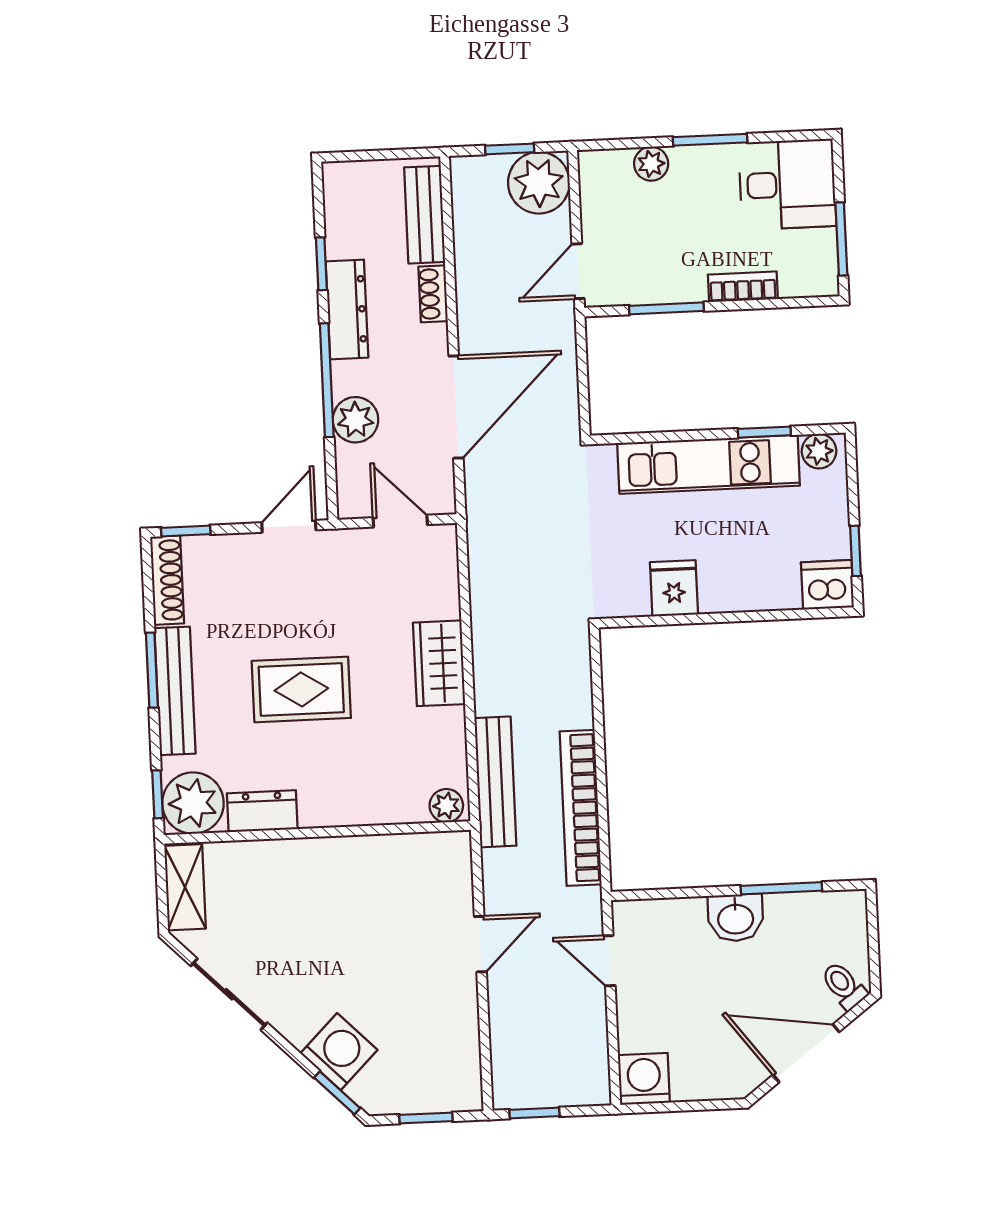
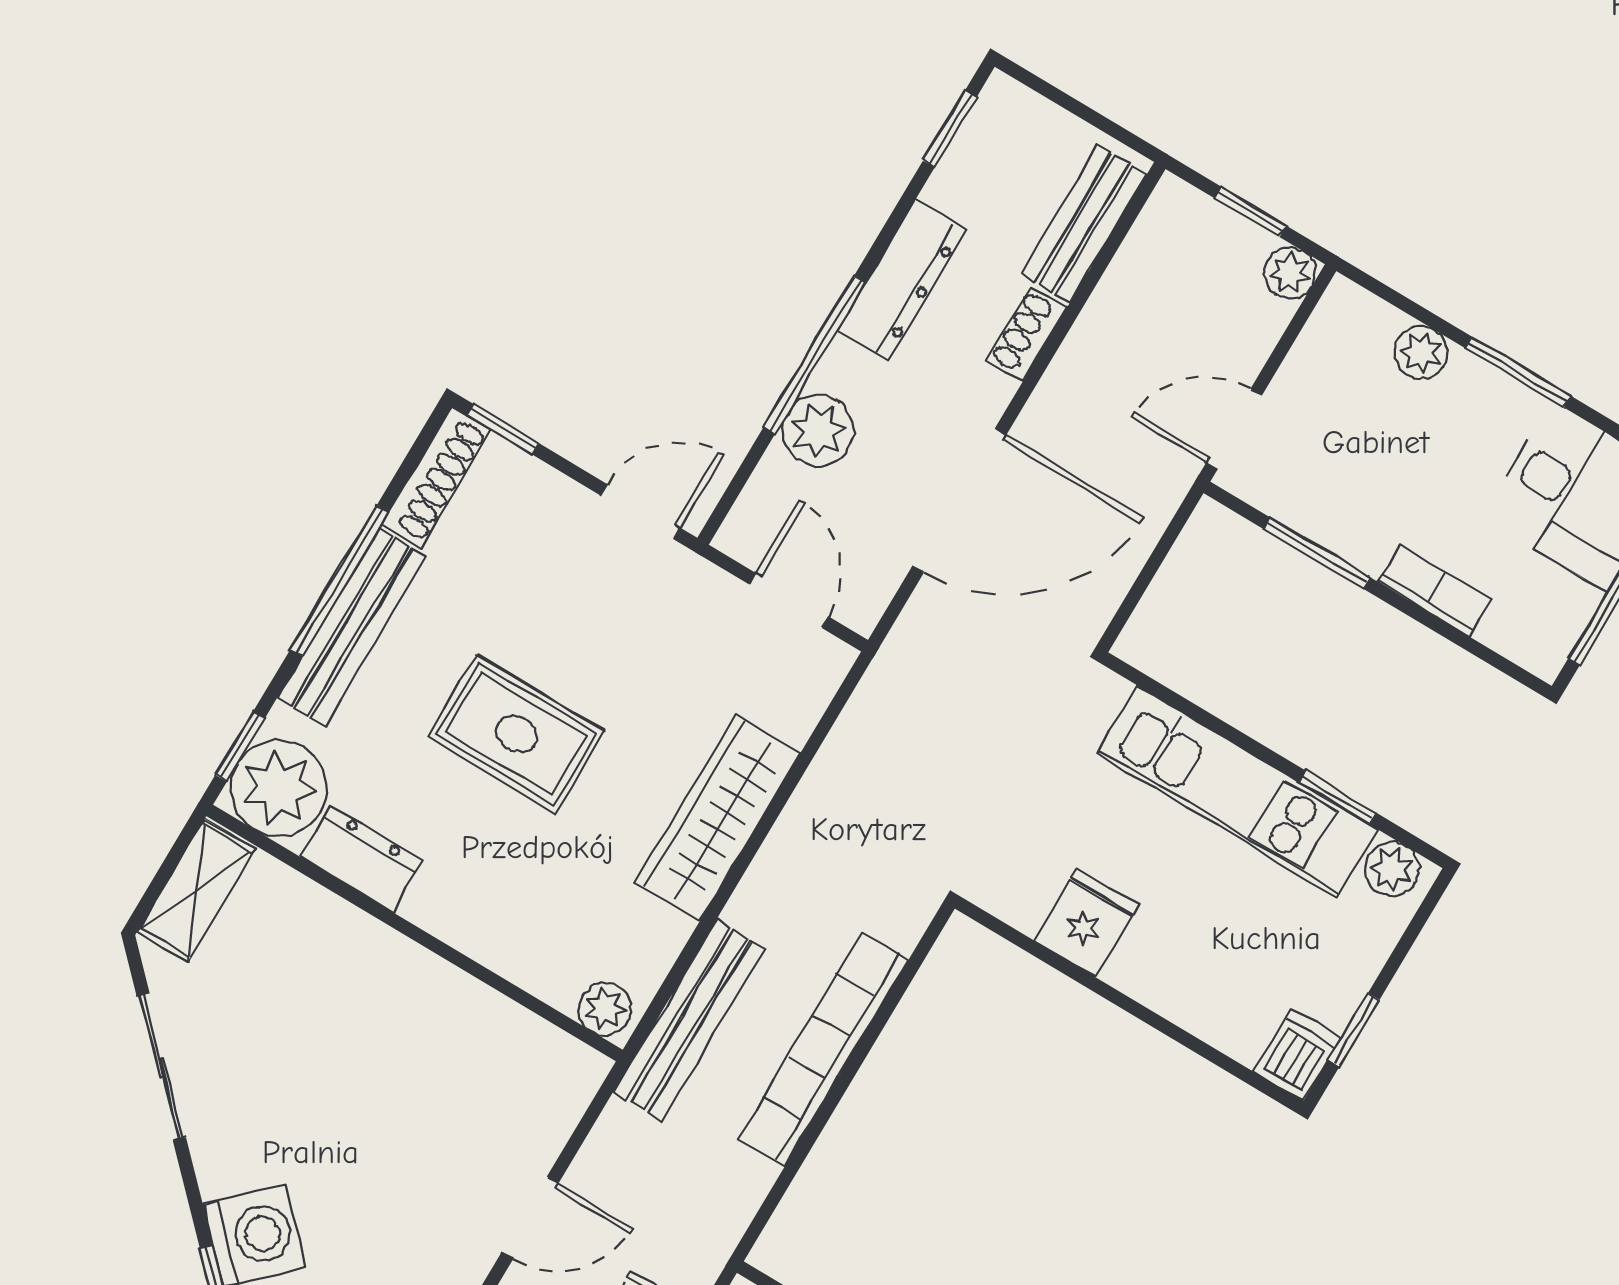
plant: (539, 183) -> (1290, 273), width x0.53, depth x0.53
window: (321, 264) -> (950, 129), moved
dishwasher: (827, 585) -> (1298, 1055), width x0.73
wardrobe: (439, 663) -> (718, 818), width x1.50
window: (152, 670) -> (339, 581), width x1.44
bookcase: (581, 808) -> (823, 1049), moved

